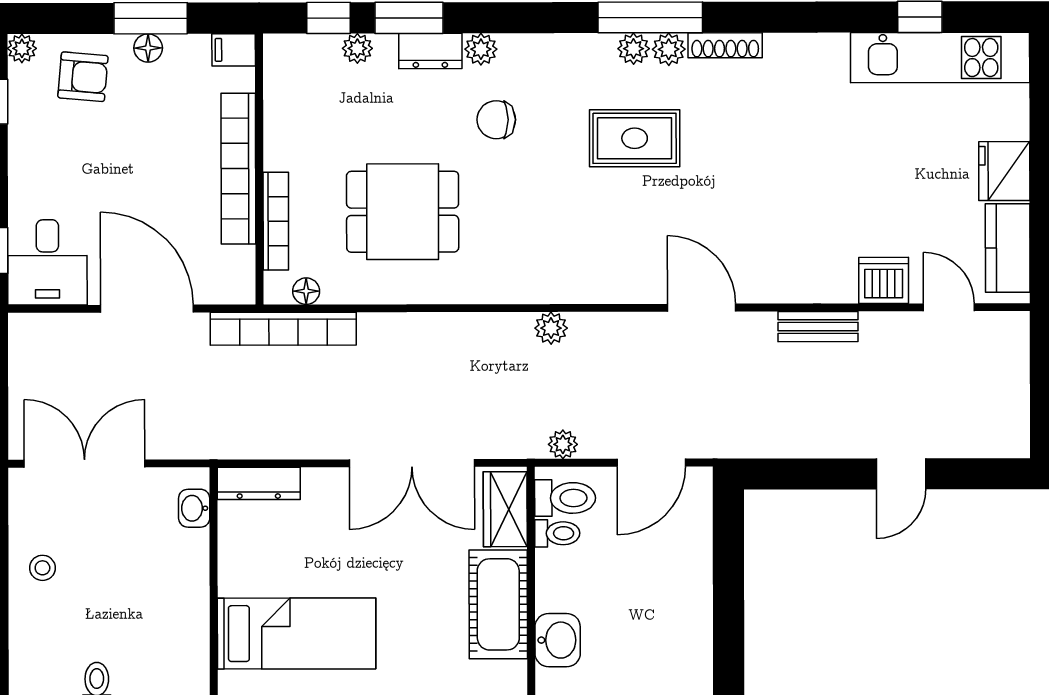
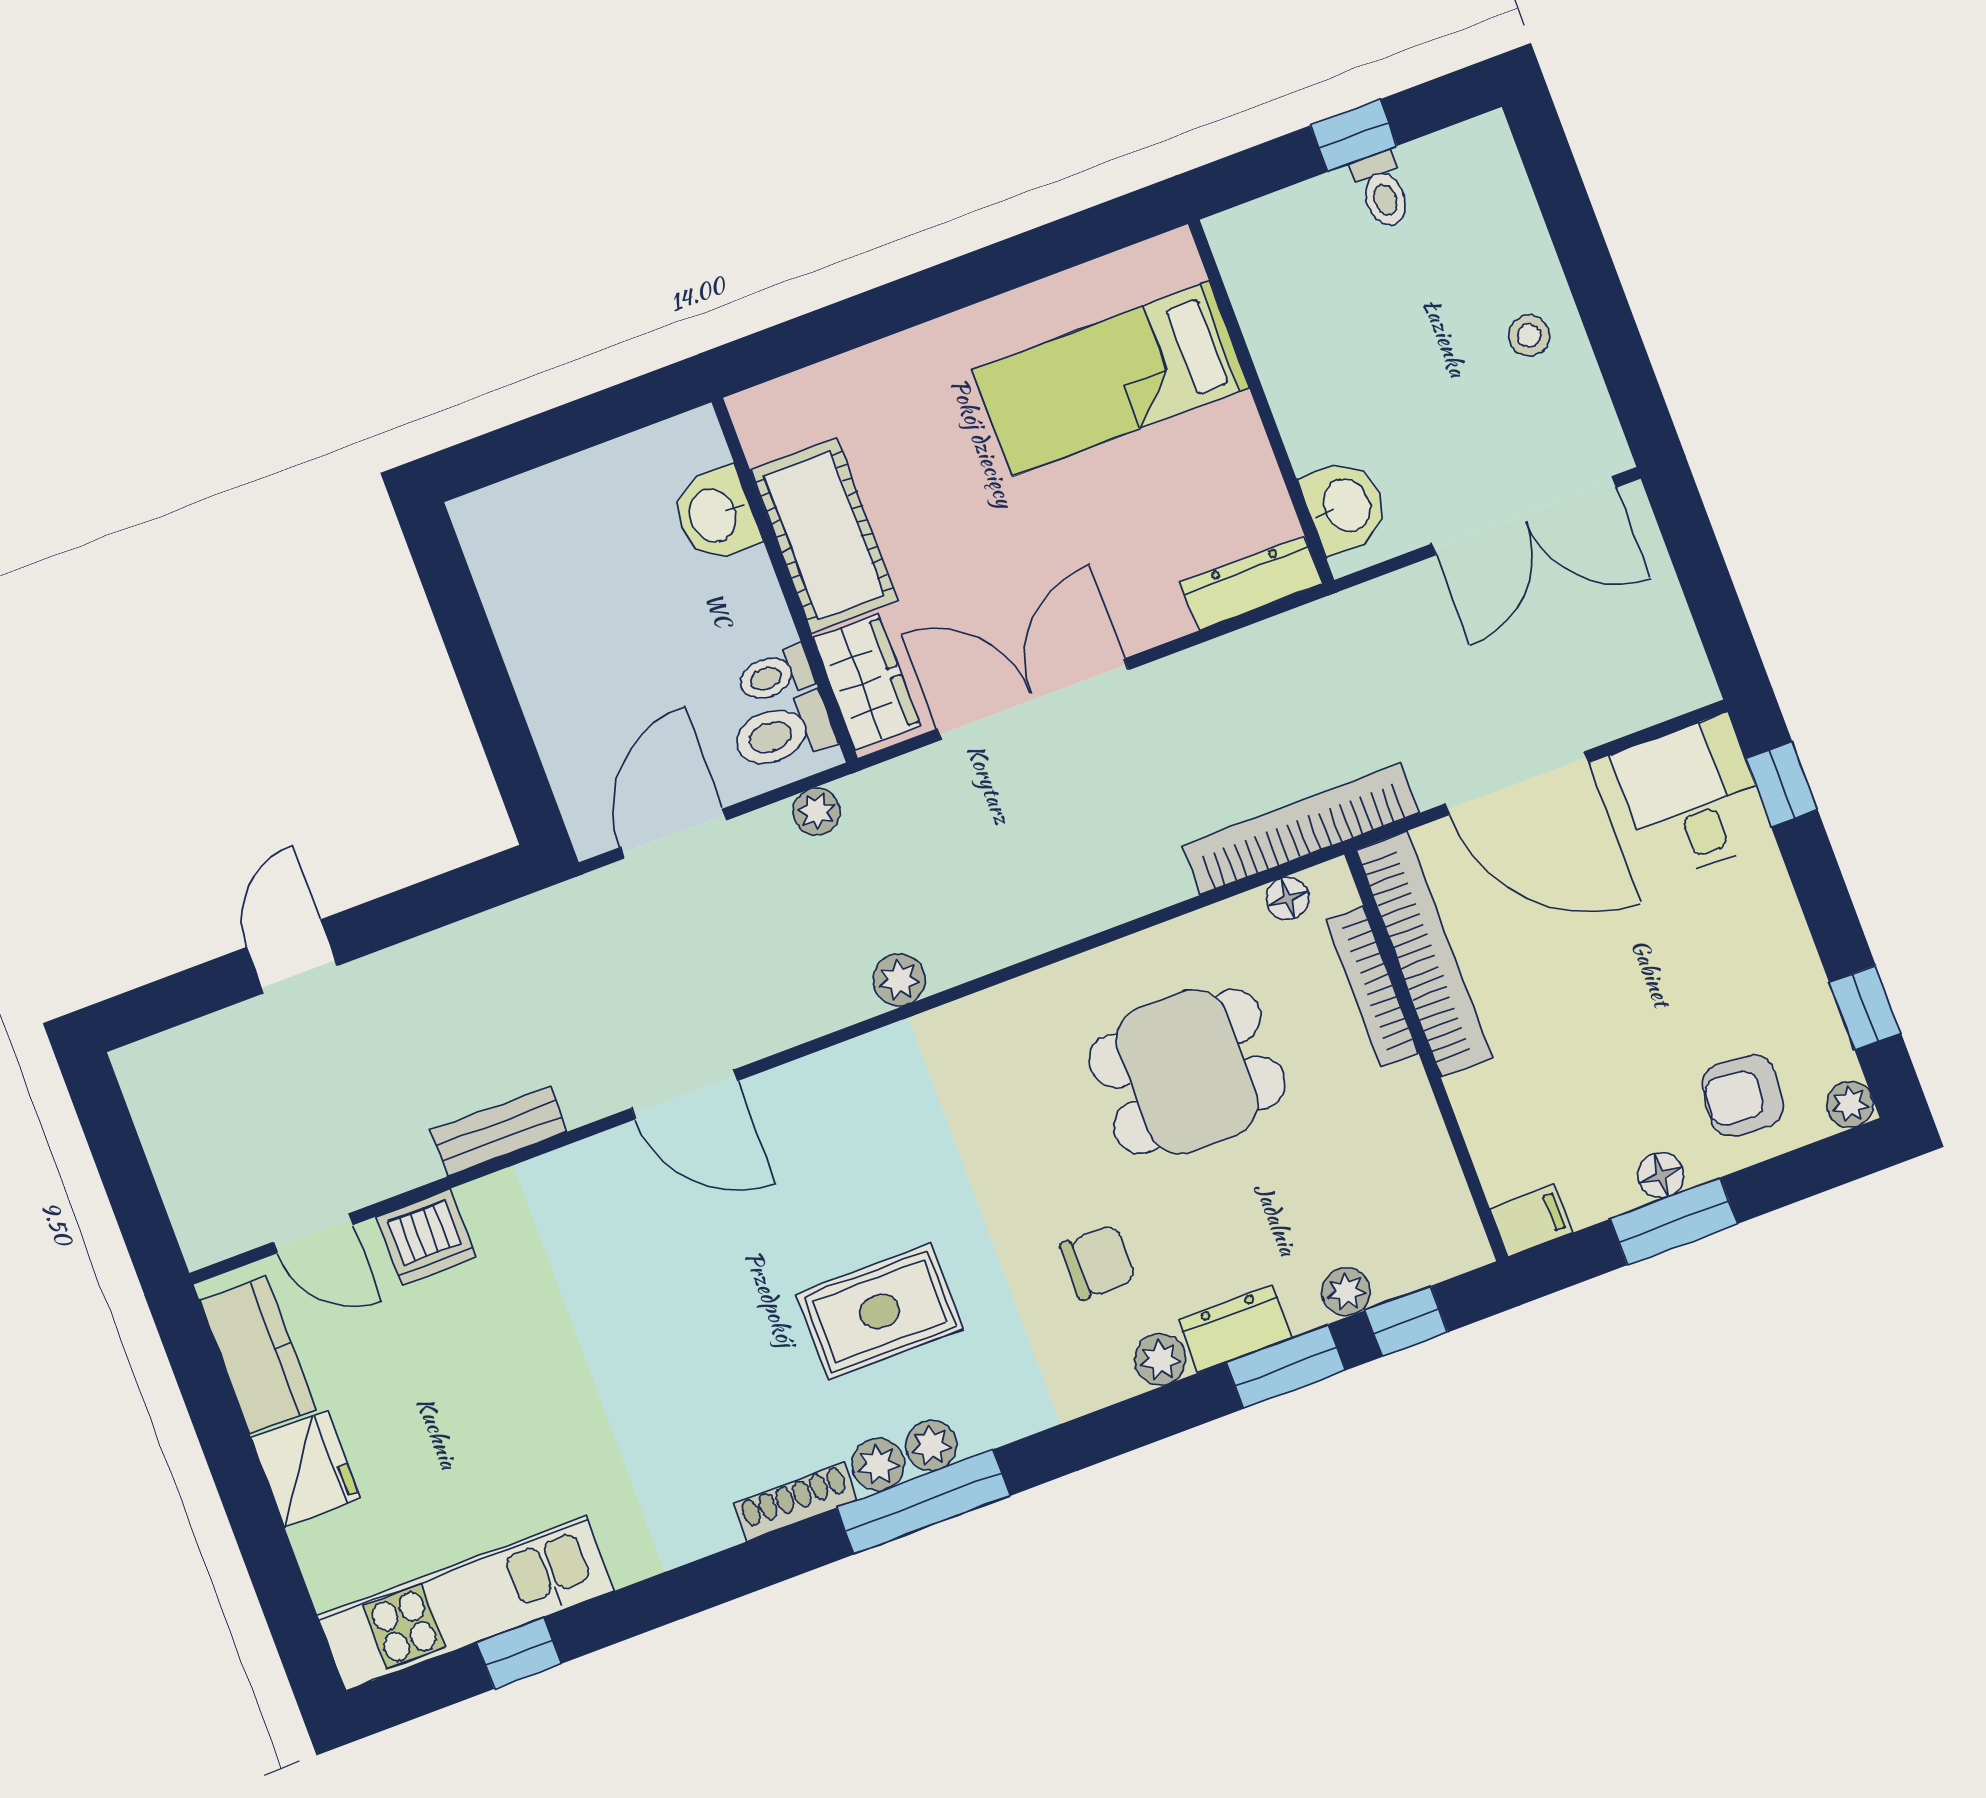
bookcase: (238, 169) -> (1424, 954), moved
washbasin: (194, 508) -> (1345, 506), width x1.38, depth x1.45

